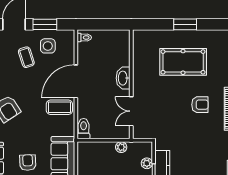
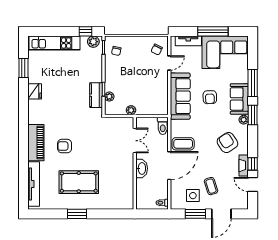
washbasin: (123, 78) -> (142, 168), moved
wall: (131, 84) -> (135, 163), moved
double door: (131, 111) -> (135, 141), moved

